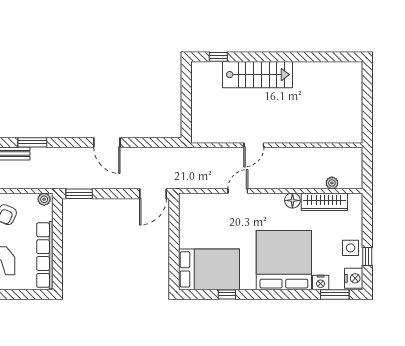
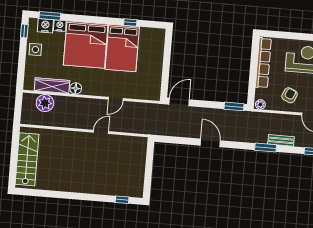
stairs: (258, 75) -> (27, 159), moved, turned 90
plant: (332, 183) -> (45, 103), width x1.87, depth x1.87
window: (367, 257) -> (24, 31), moved
bed: (209, 269) -> (122, 48), moved, turned -90
nightstand: (354, 278) -> (45, 26), moved, turned 90

